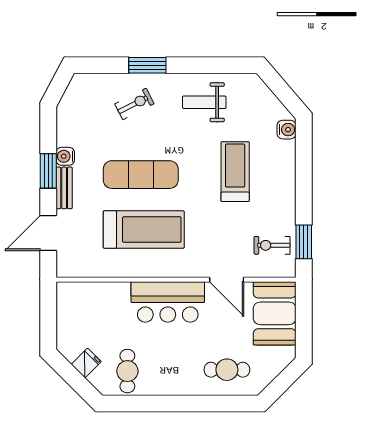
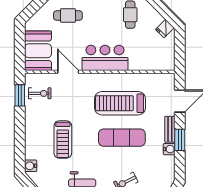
fridge: (86, 363) -> (165, 29), moved

